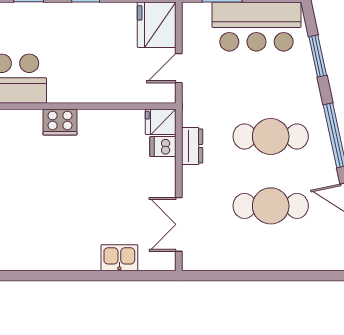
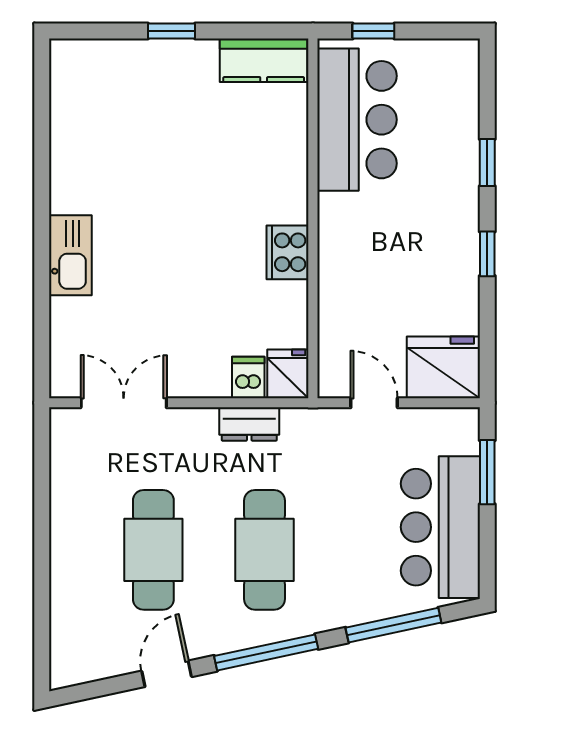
window: (318, 56) -> (393, 625), width x1.44
cooker: (60, 122) -> (288, 252), moved
kitchen sink: (119, 258) -> (70, 255), moved, width x1.38

